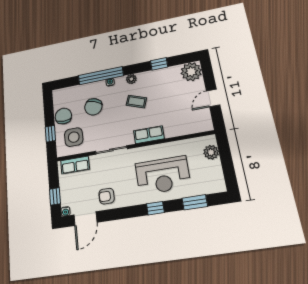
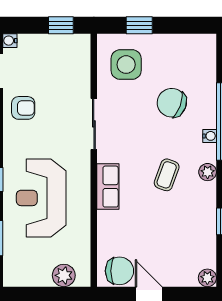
plant: (191, 72) -> (207, 278), width x0.53, depth x0.53
chair: (63, 116) -> (119, 271), moved
row of seats: (75, 165) -> (80, 63), removed
window: (55, 196) -> (61, 25), moved
armchair: (107, 196) -> (23, 108), turned 90

